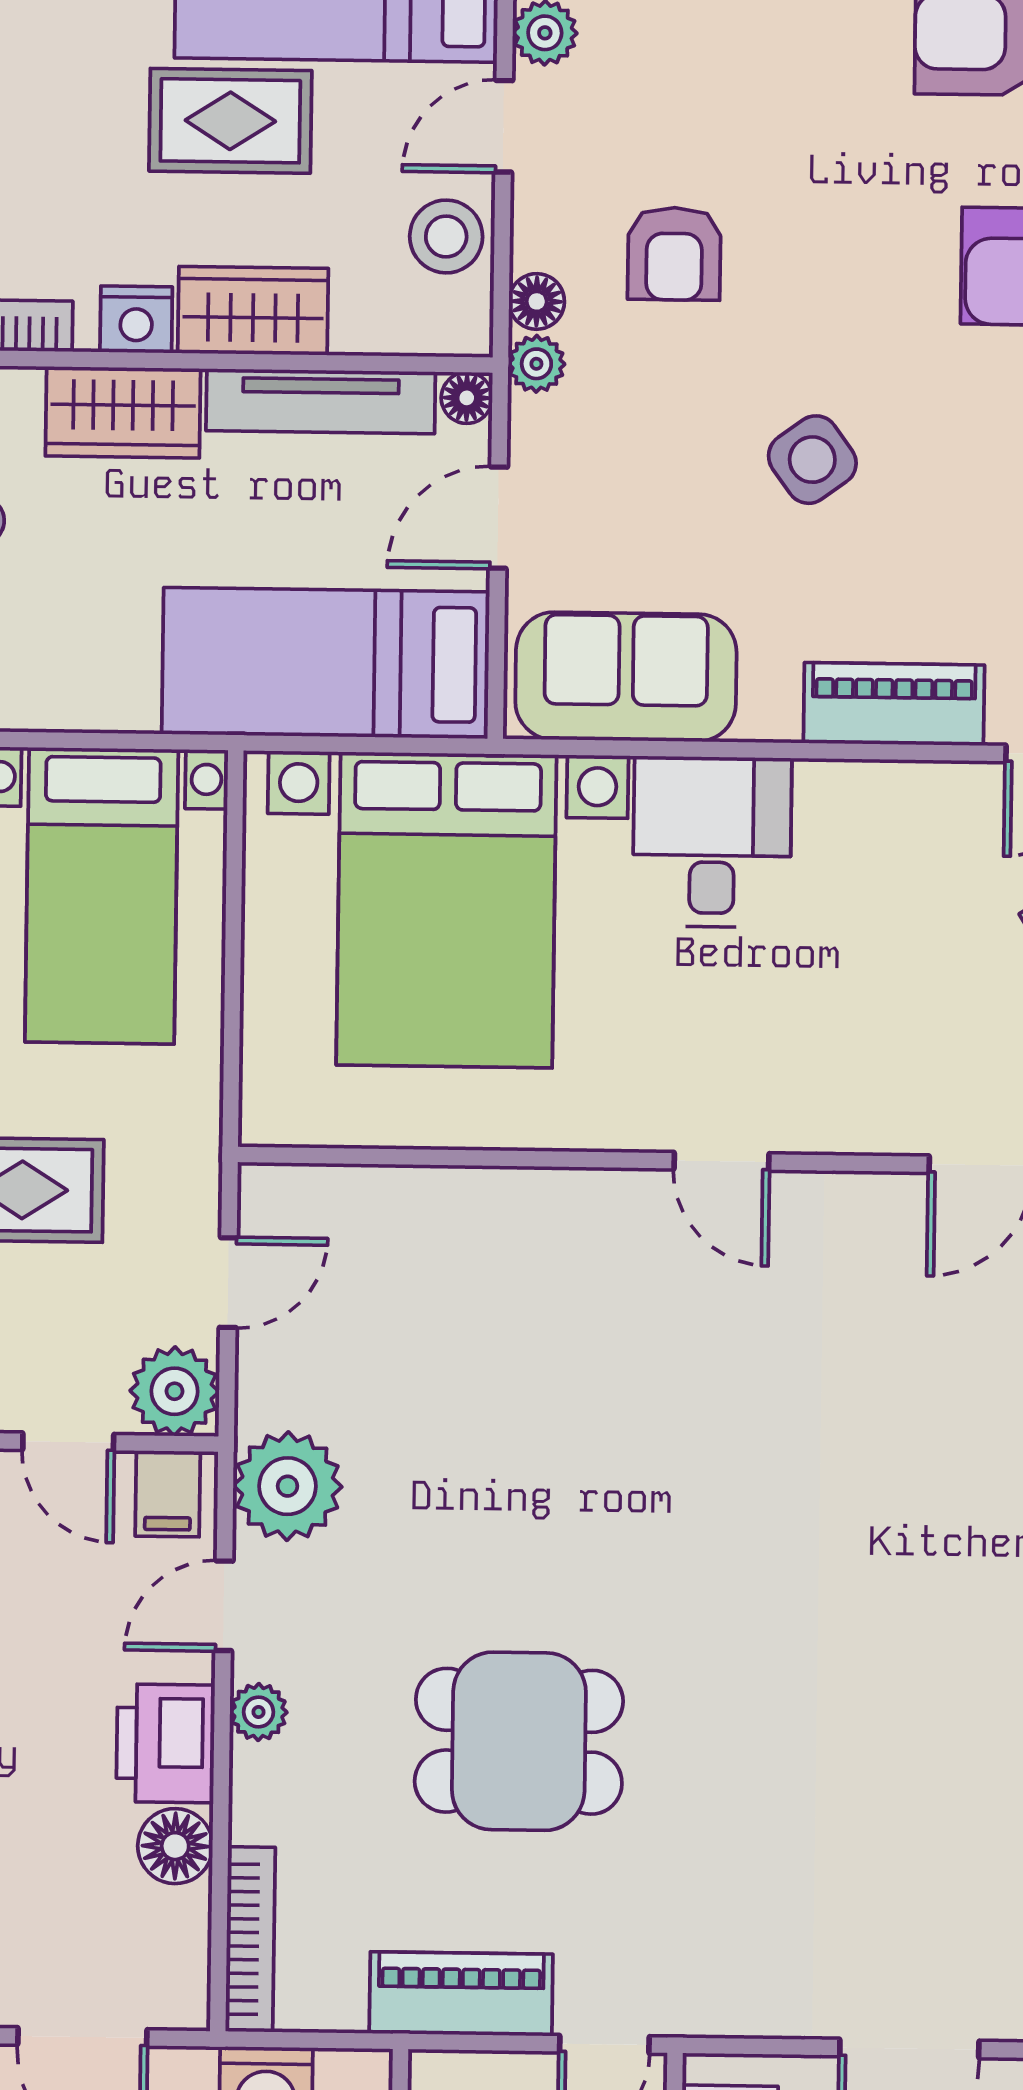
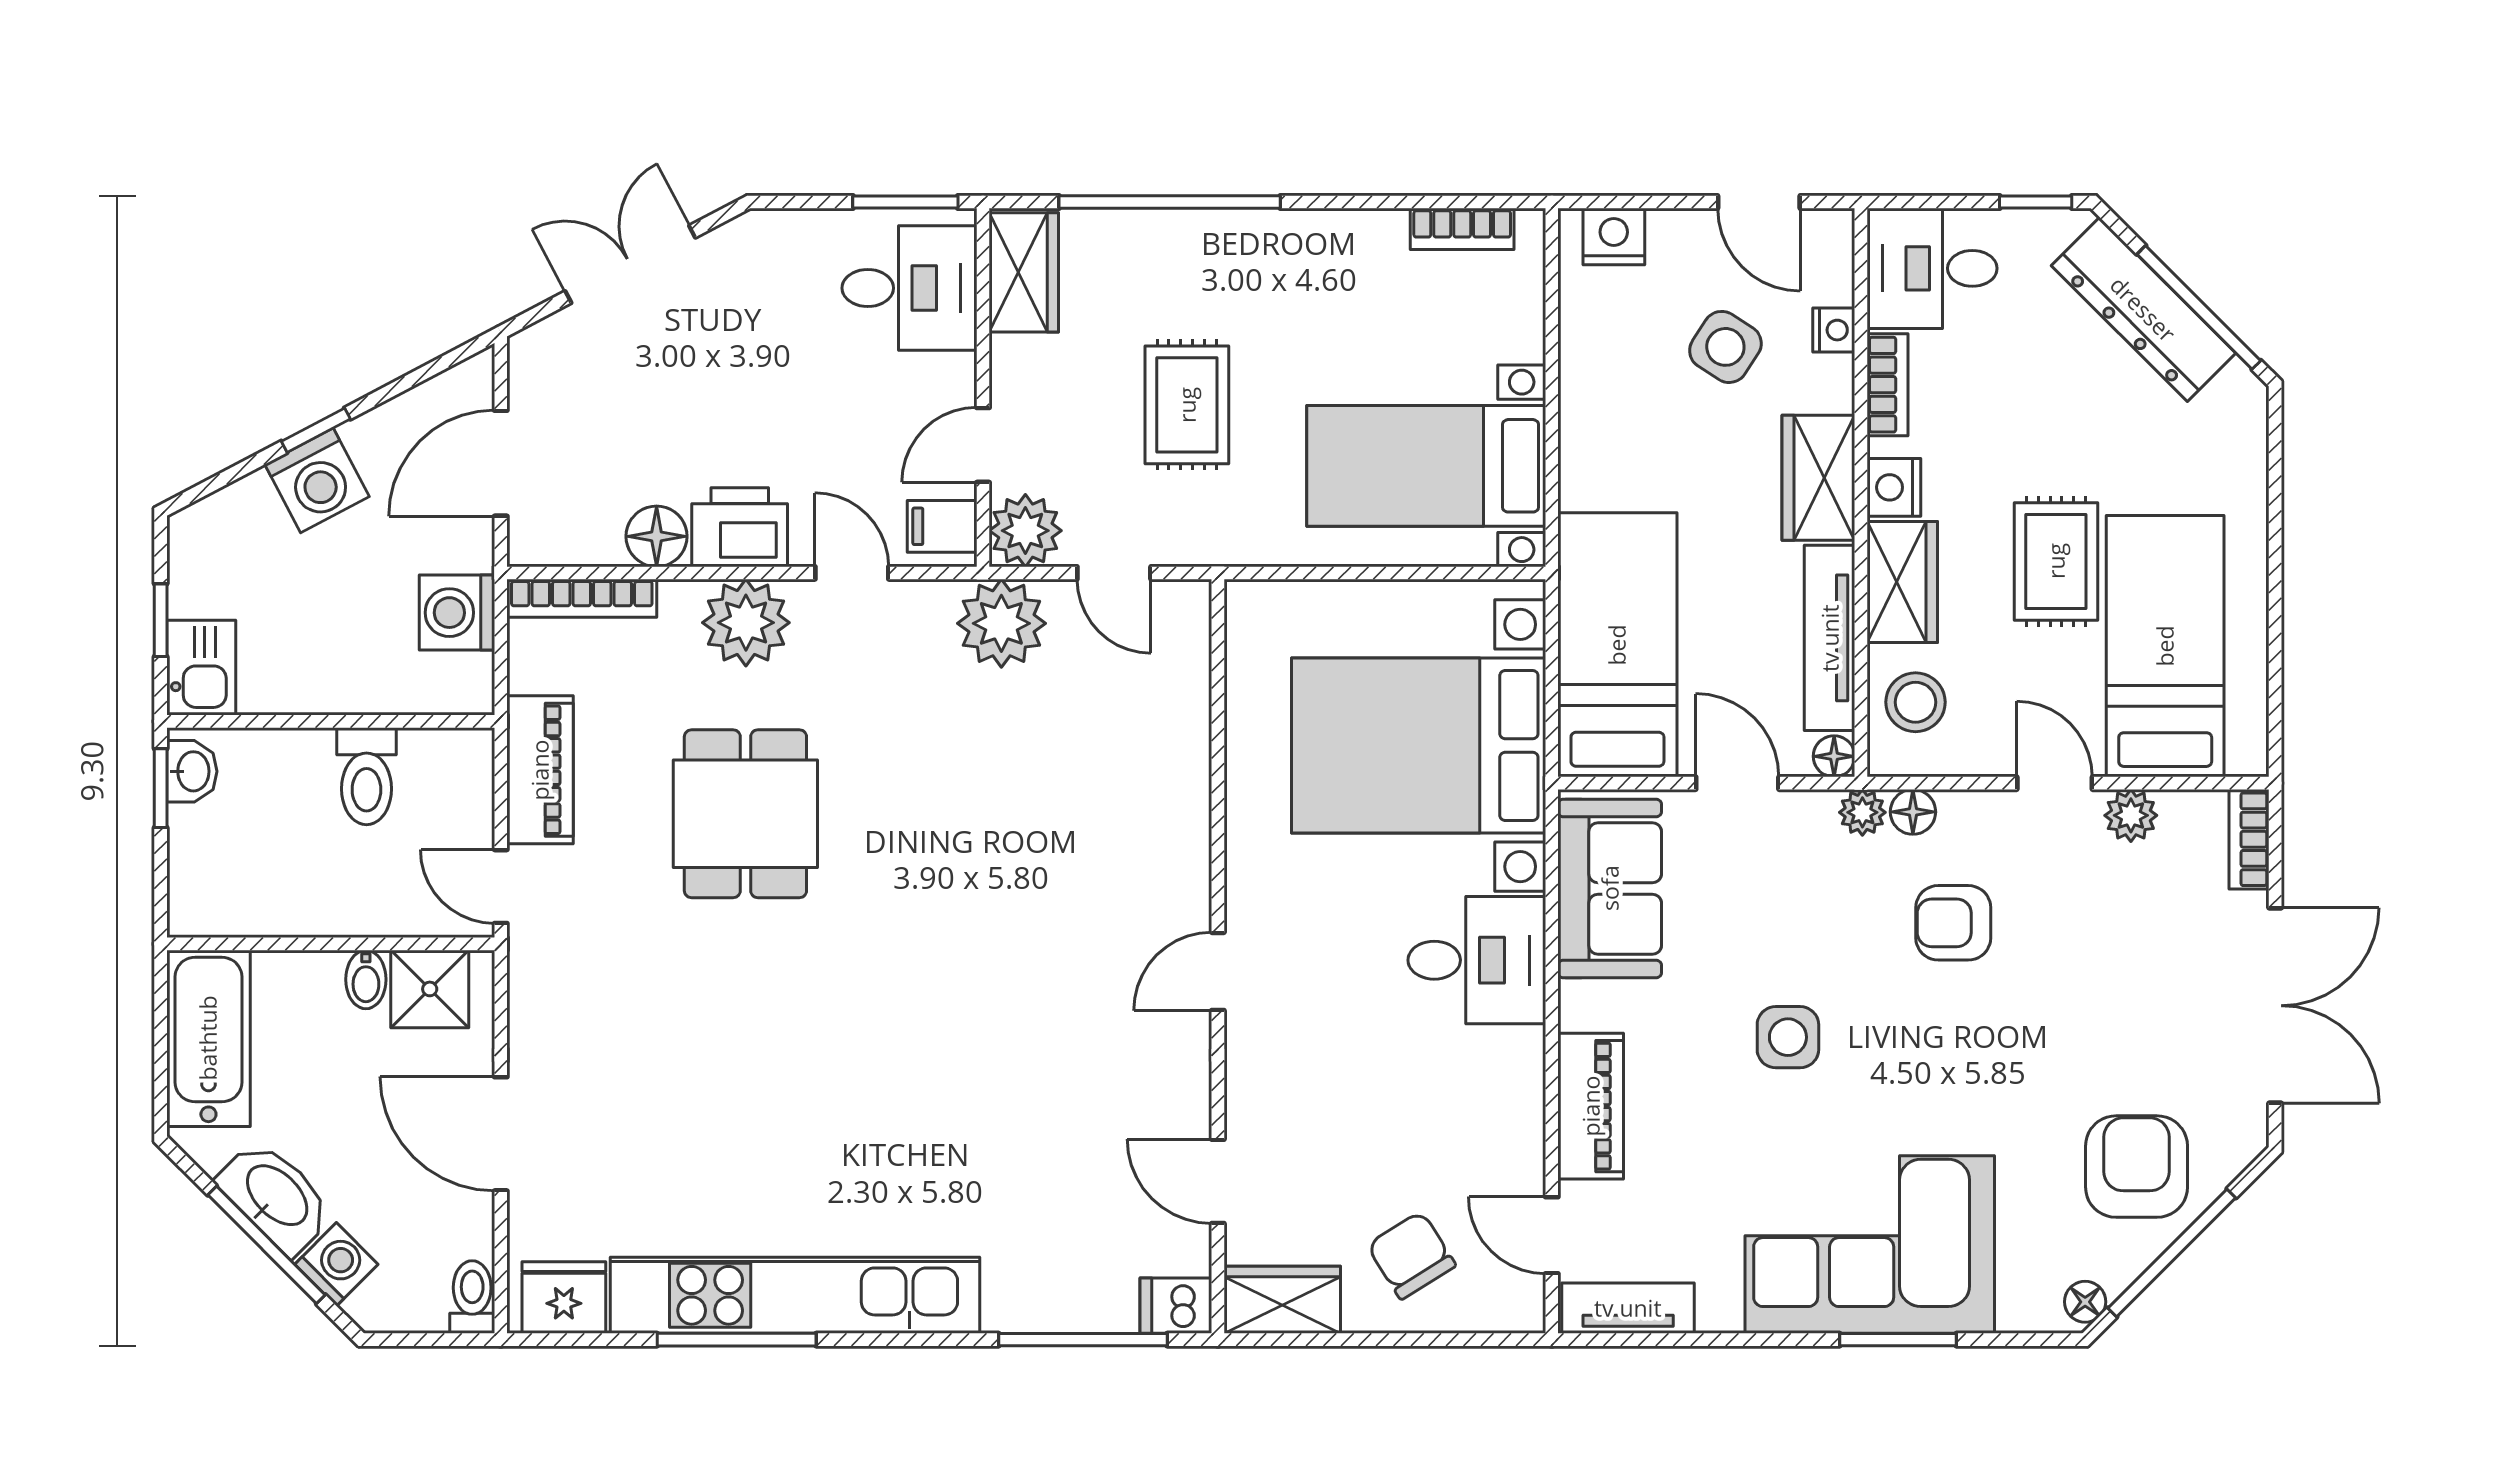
stool: (446, 236) -> (1916, 702), moved
side table: (812, 460) -> (1788, 1037), turned 36
plant: (288, 1486) -> (1001, 623), moved
plant: (258, 1712) -> (746, 623), width x1.88, depth x1.88

